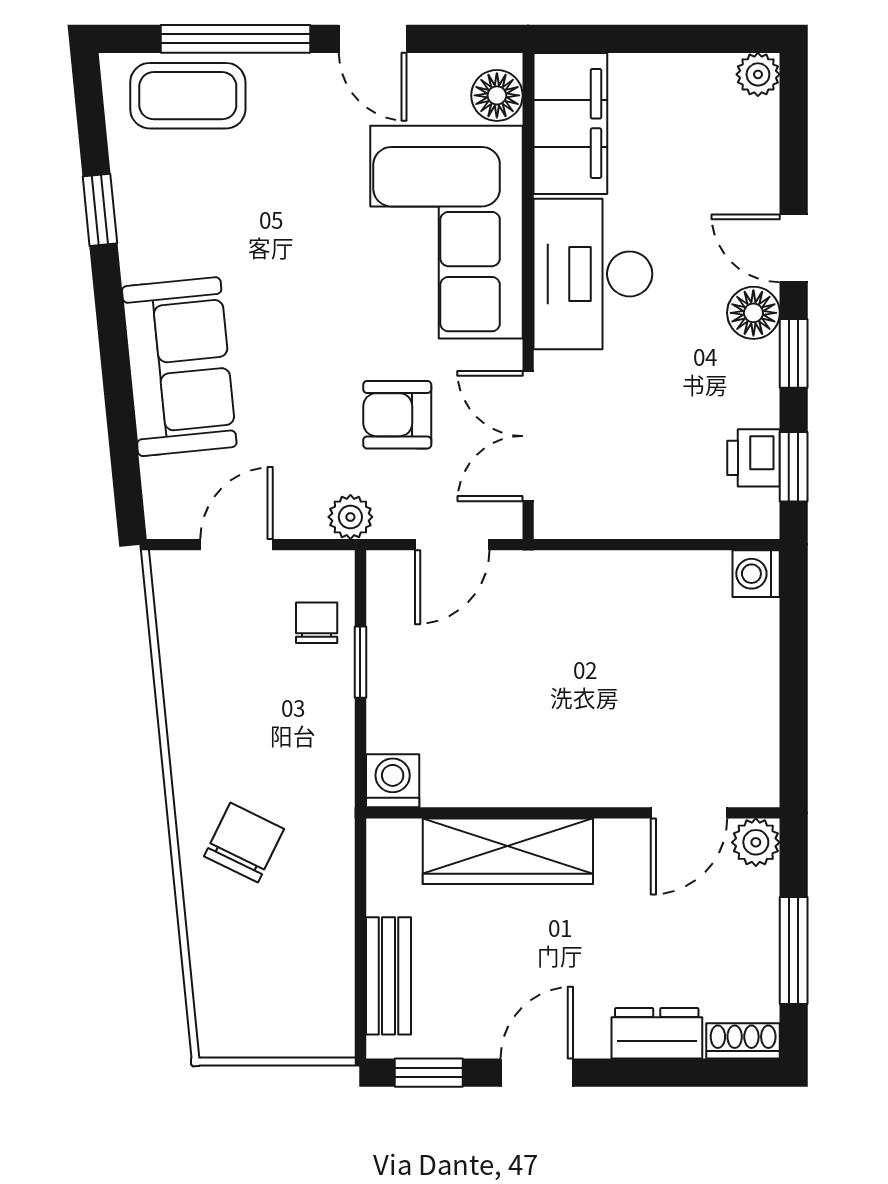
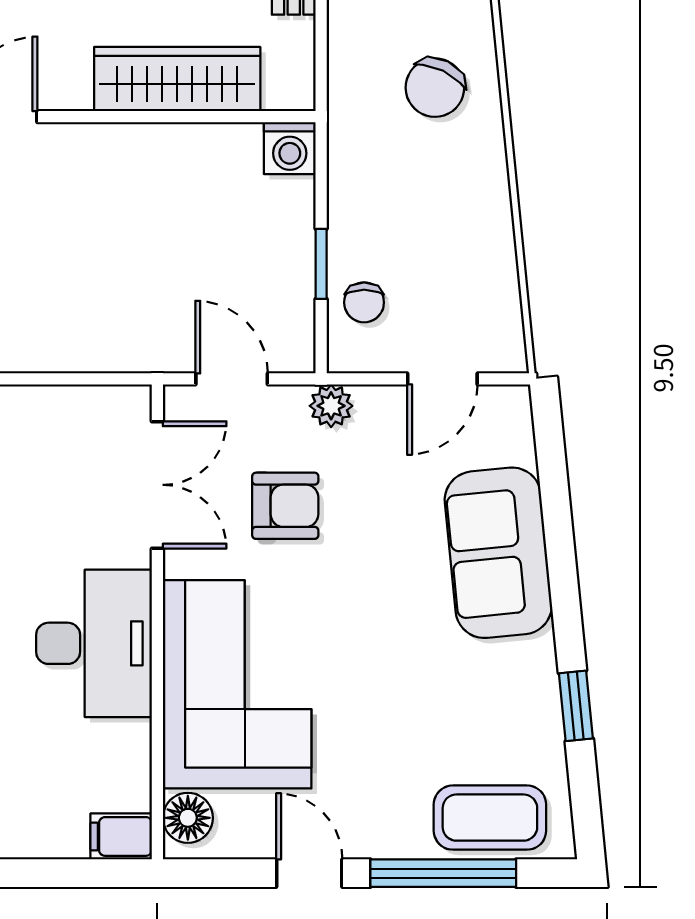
filing cabinet: (570, 123) -> (121, 836), width x0.33, depth x0.86
door: (452, 545) -> (232, 379), hinge flipped

